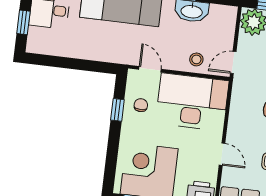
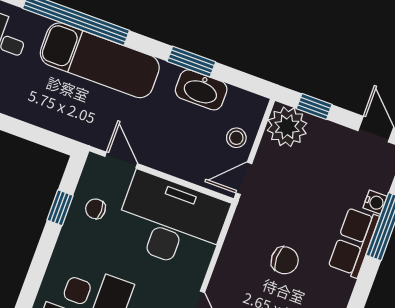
stool: (196, 59) -> (236, 138), moved
chair: (141, 105) -> (96, 209), turned -90

